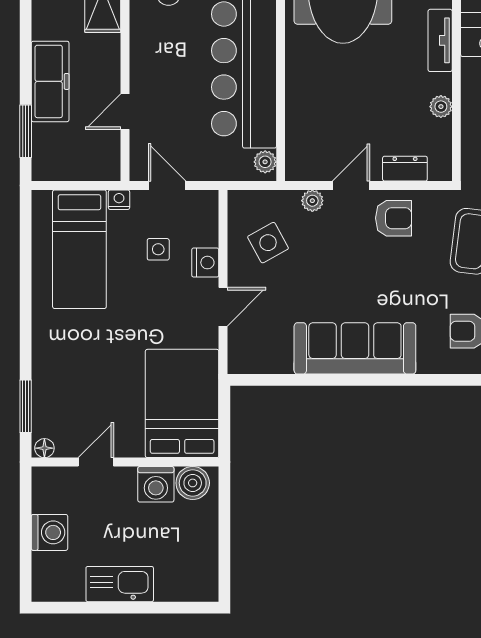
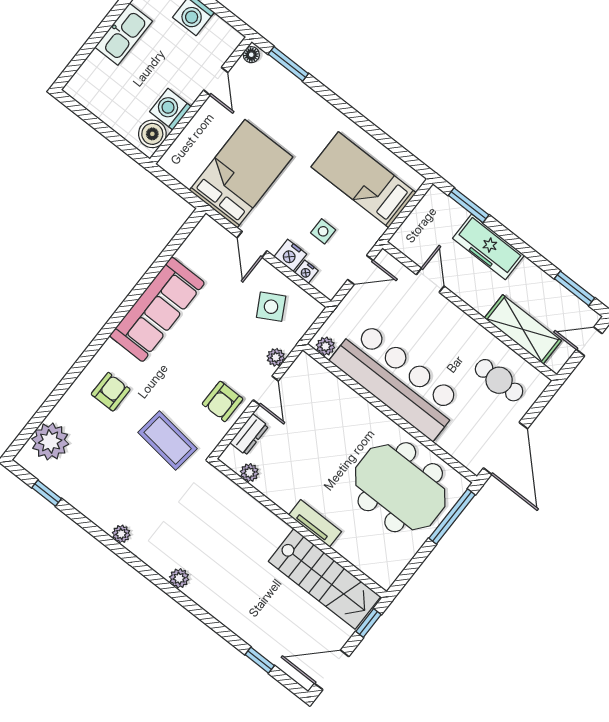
plant: (441, 107) -> (249, 473), moved
nightstand: (119, 200) -> (306, 272), moved, turned 90
bed: (182, 403) -> (241, 174), moved, turned -90

